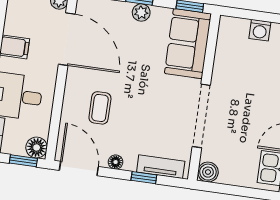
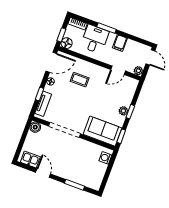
washing machine: (260, 30) -> (105, 158), moved
door: (67, 39) -> (118, 70), width x0.53

